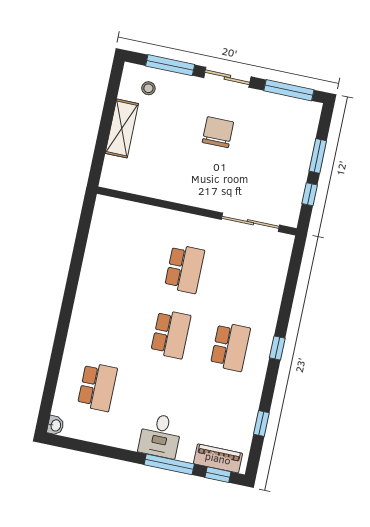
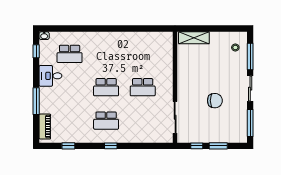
shelving: (122, 128) -> (194, 38), moved
chair: (218, 132) -> (215, 101), moved
desk: (160, 436) -> (50, 76), moved
window: (218, 475) -> (36, 51), moved

